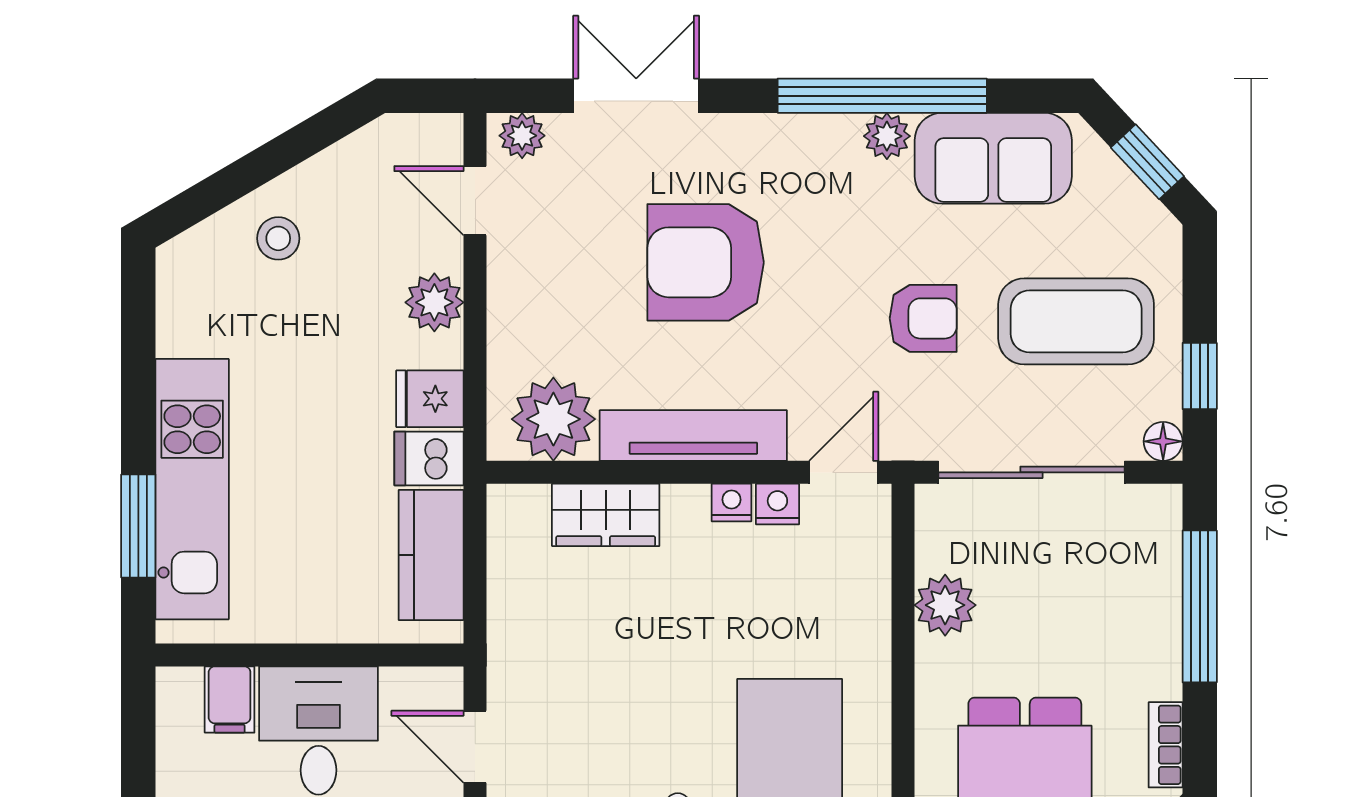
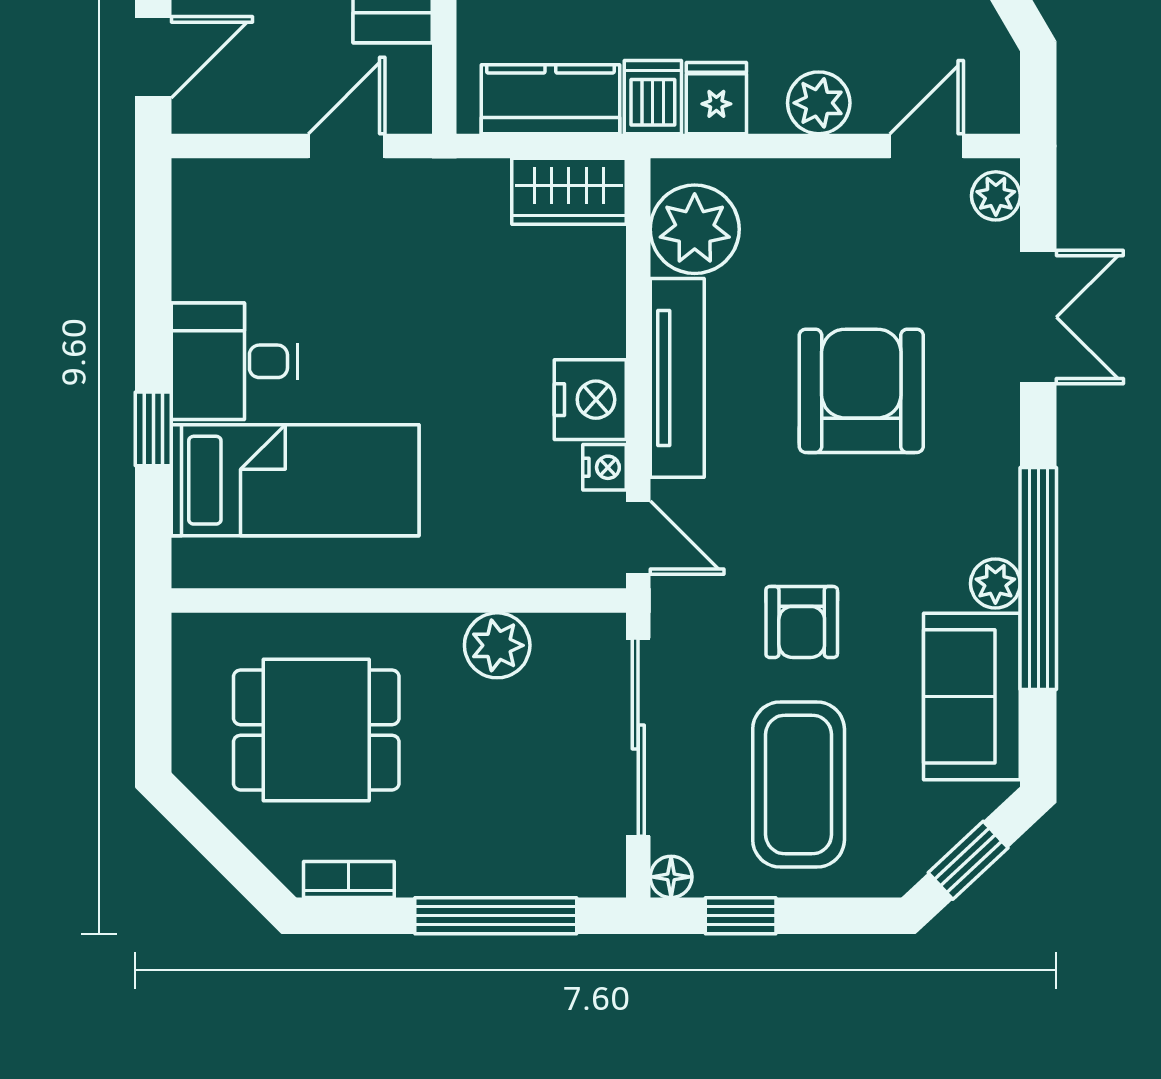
nightstand: (731, 503) -> (590, 400), width x1.89, depth x1.79
wardrobe: (606, 515) -> (569, 191), moved, turned -90

